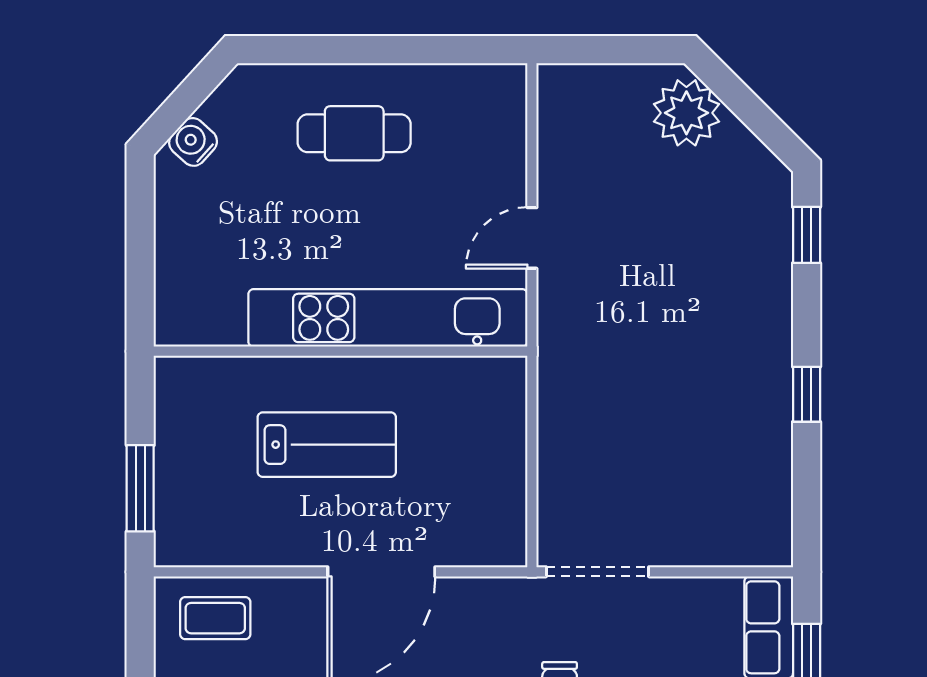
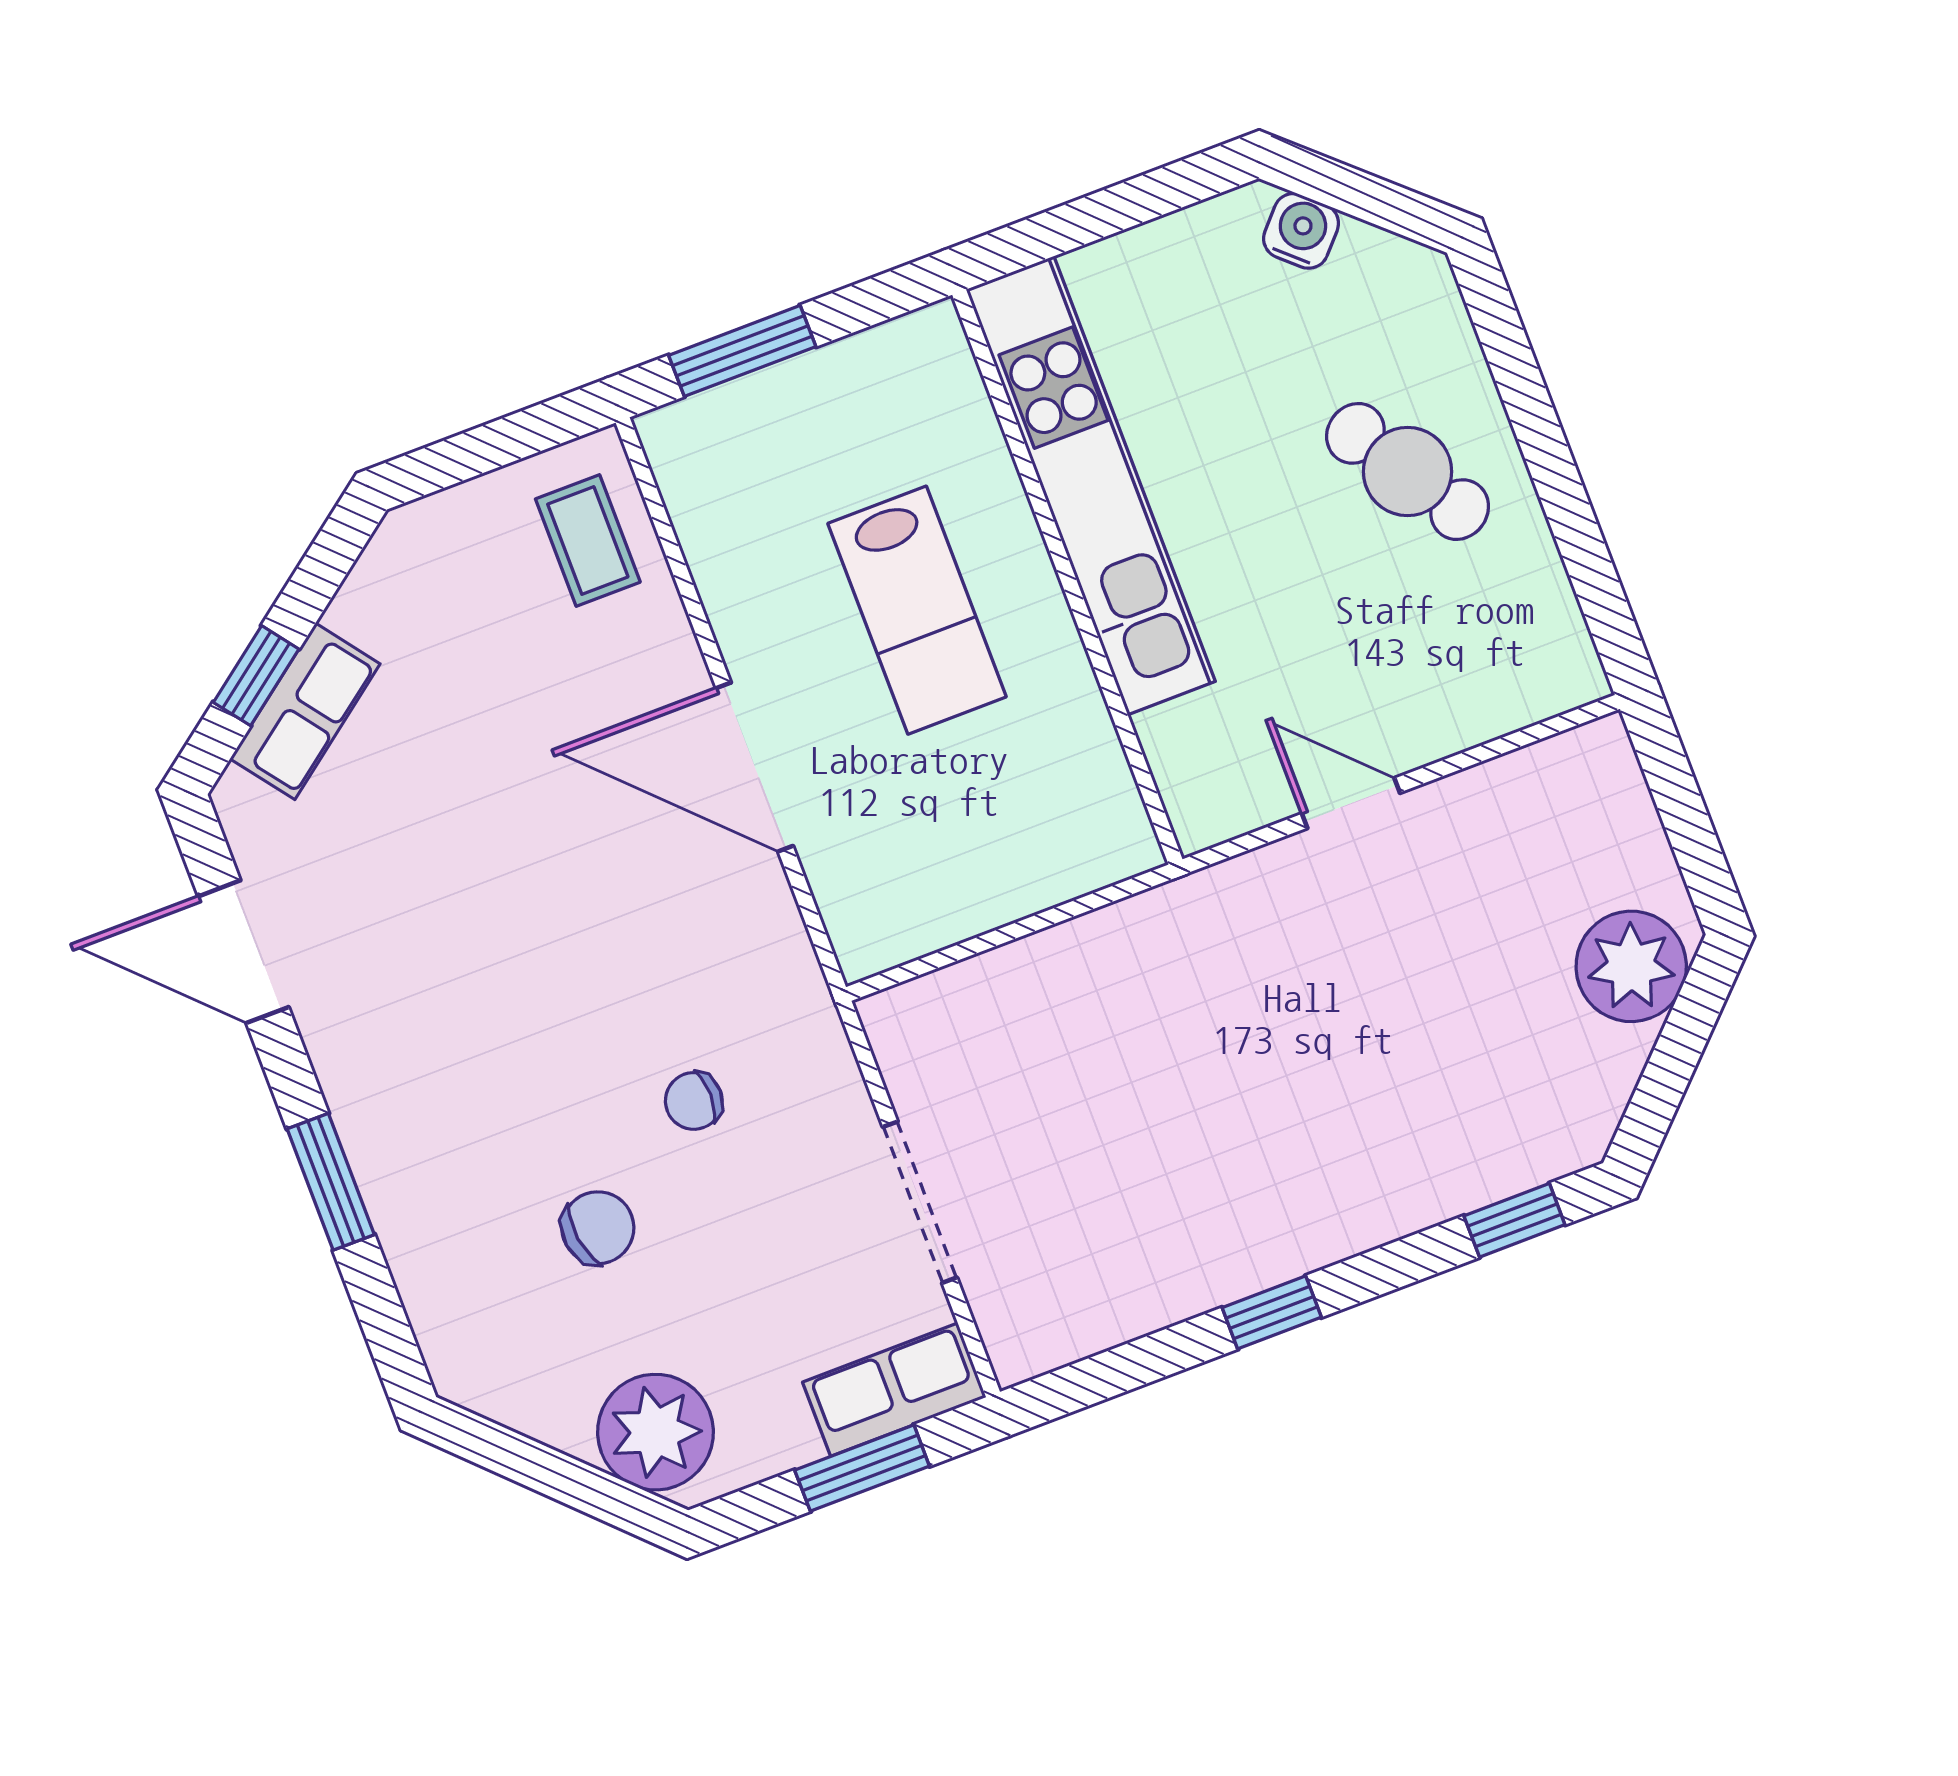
cafe table: (354, 133) -> (1408, 471), turned -33
kitchen unit: (388, 318) -> (1091, 485), moved
doorway: (598, 572) -> (920, 1202), moved

